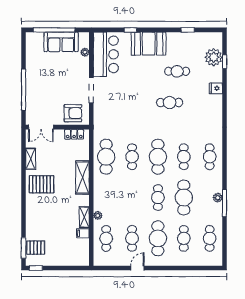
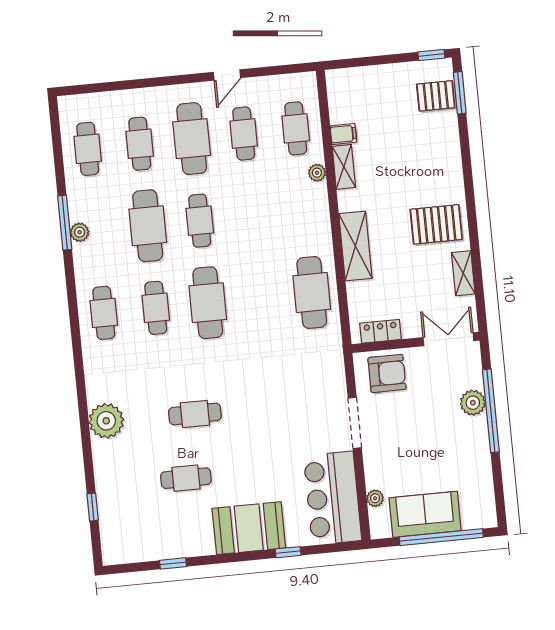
plant: (214, 57) -> (106, 421), moved
fridge: (216, 88) -> (105, 452), removed
plant: (32, 95) -> (473, 403), added
armchair: (73, 113) -> (387, 373), turned 180
cafe table: (132, 157) -> (260, 298), removed

